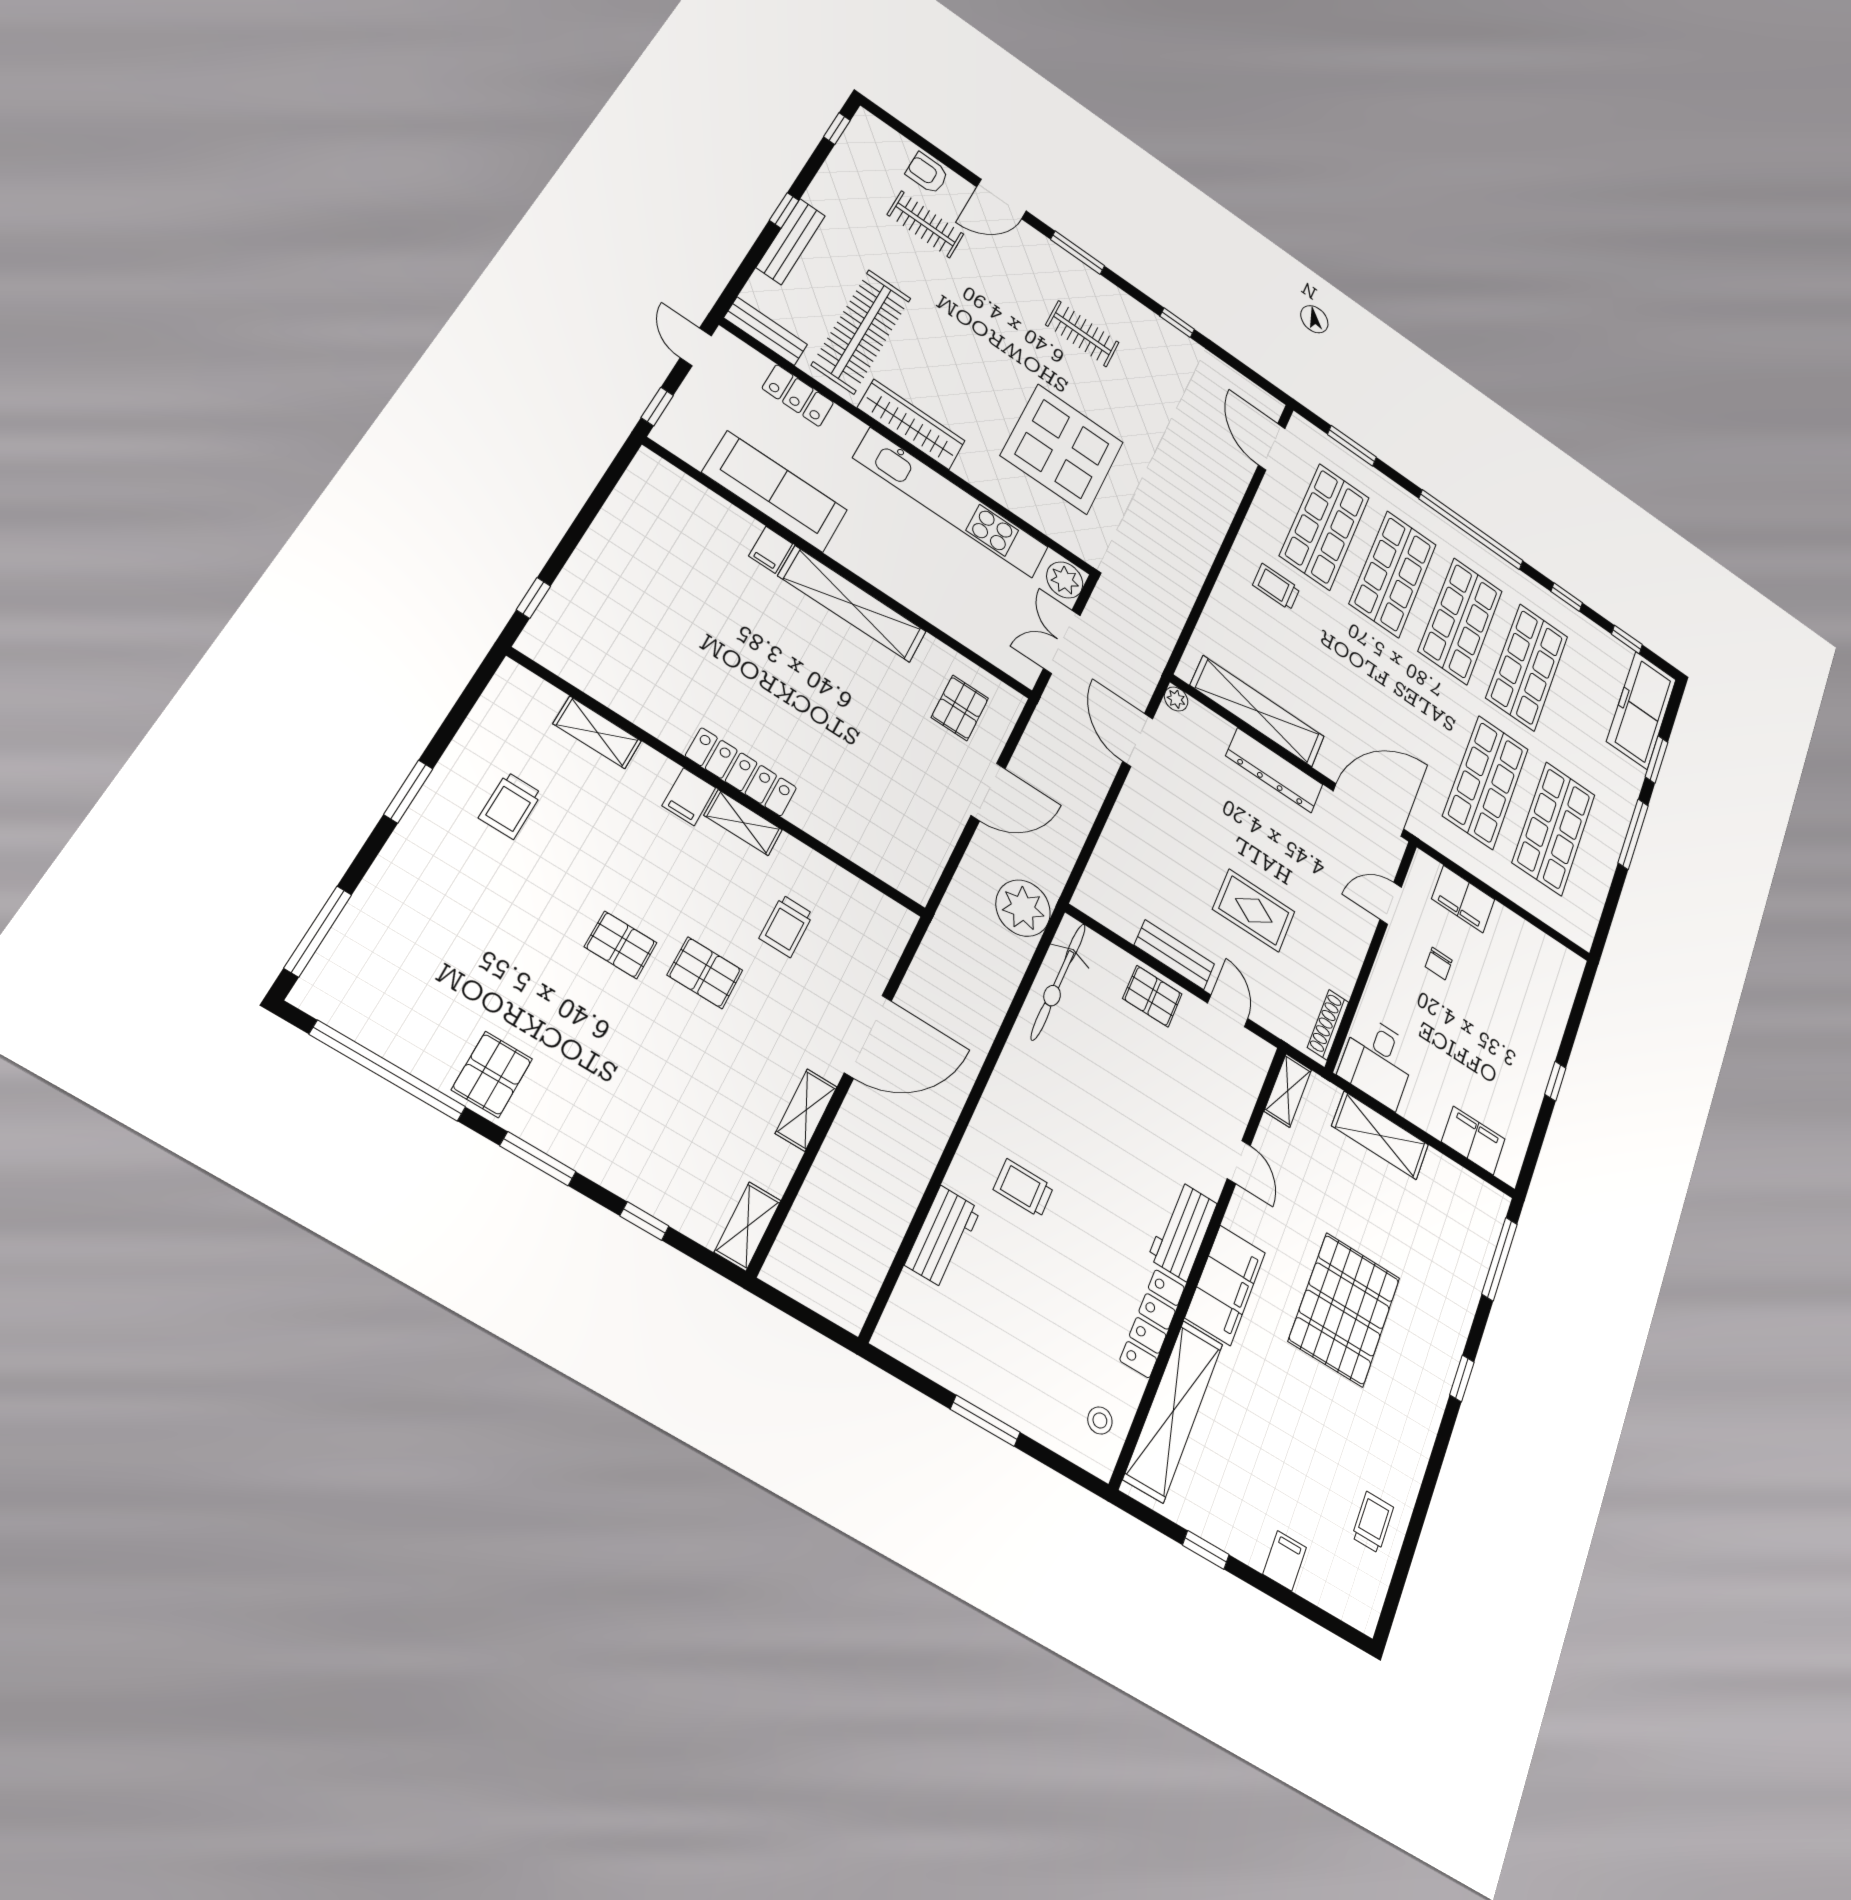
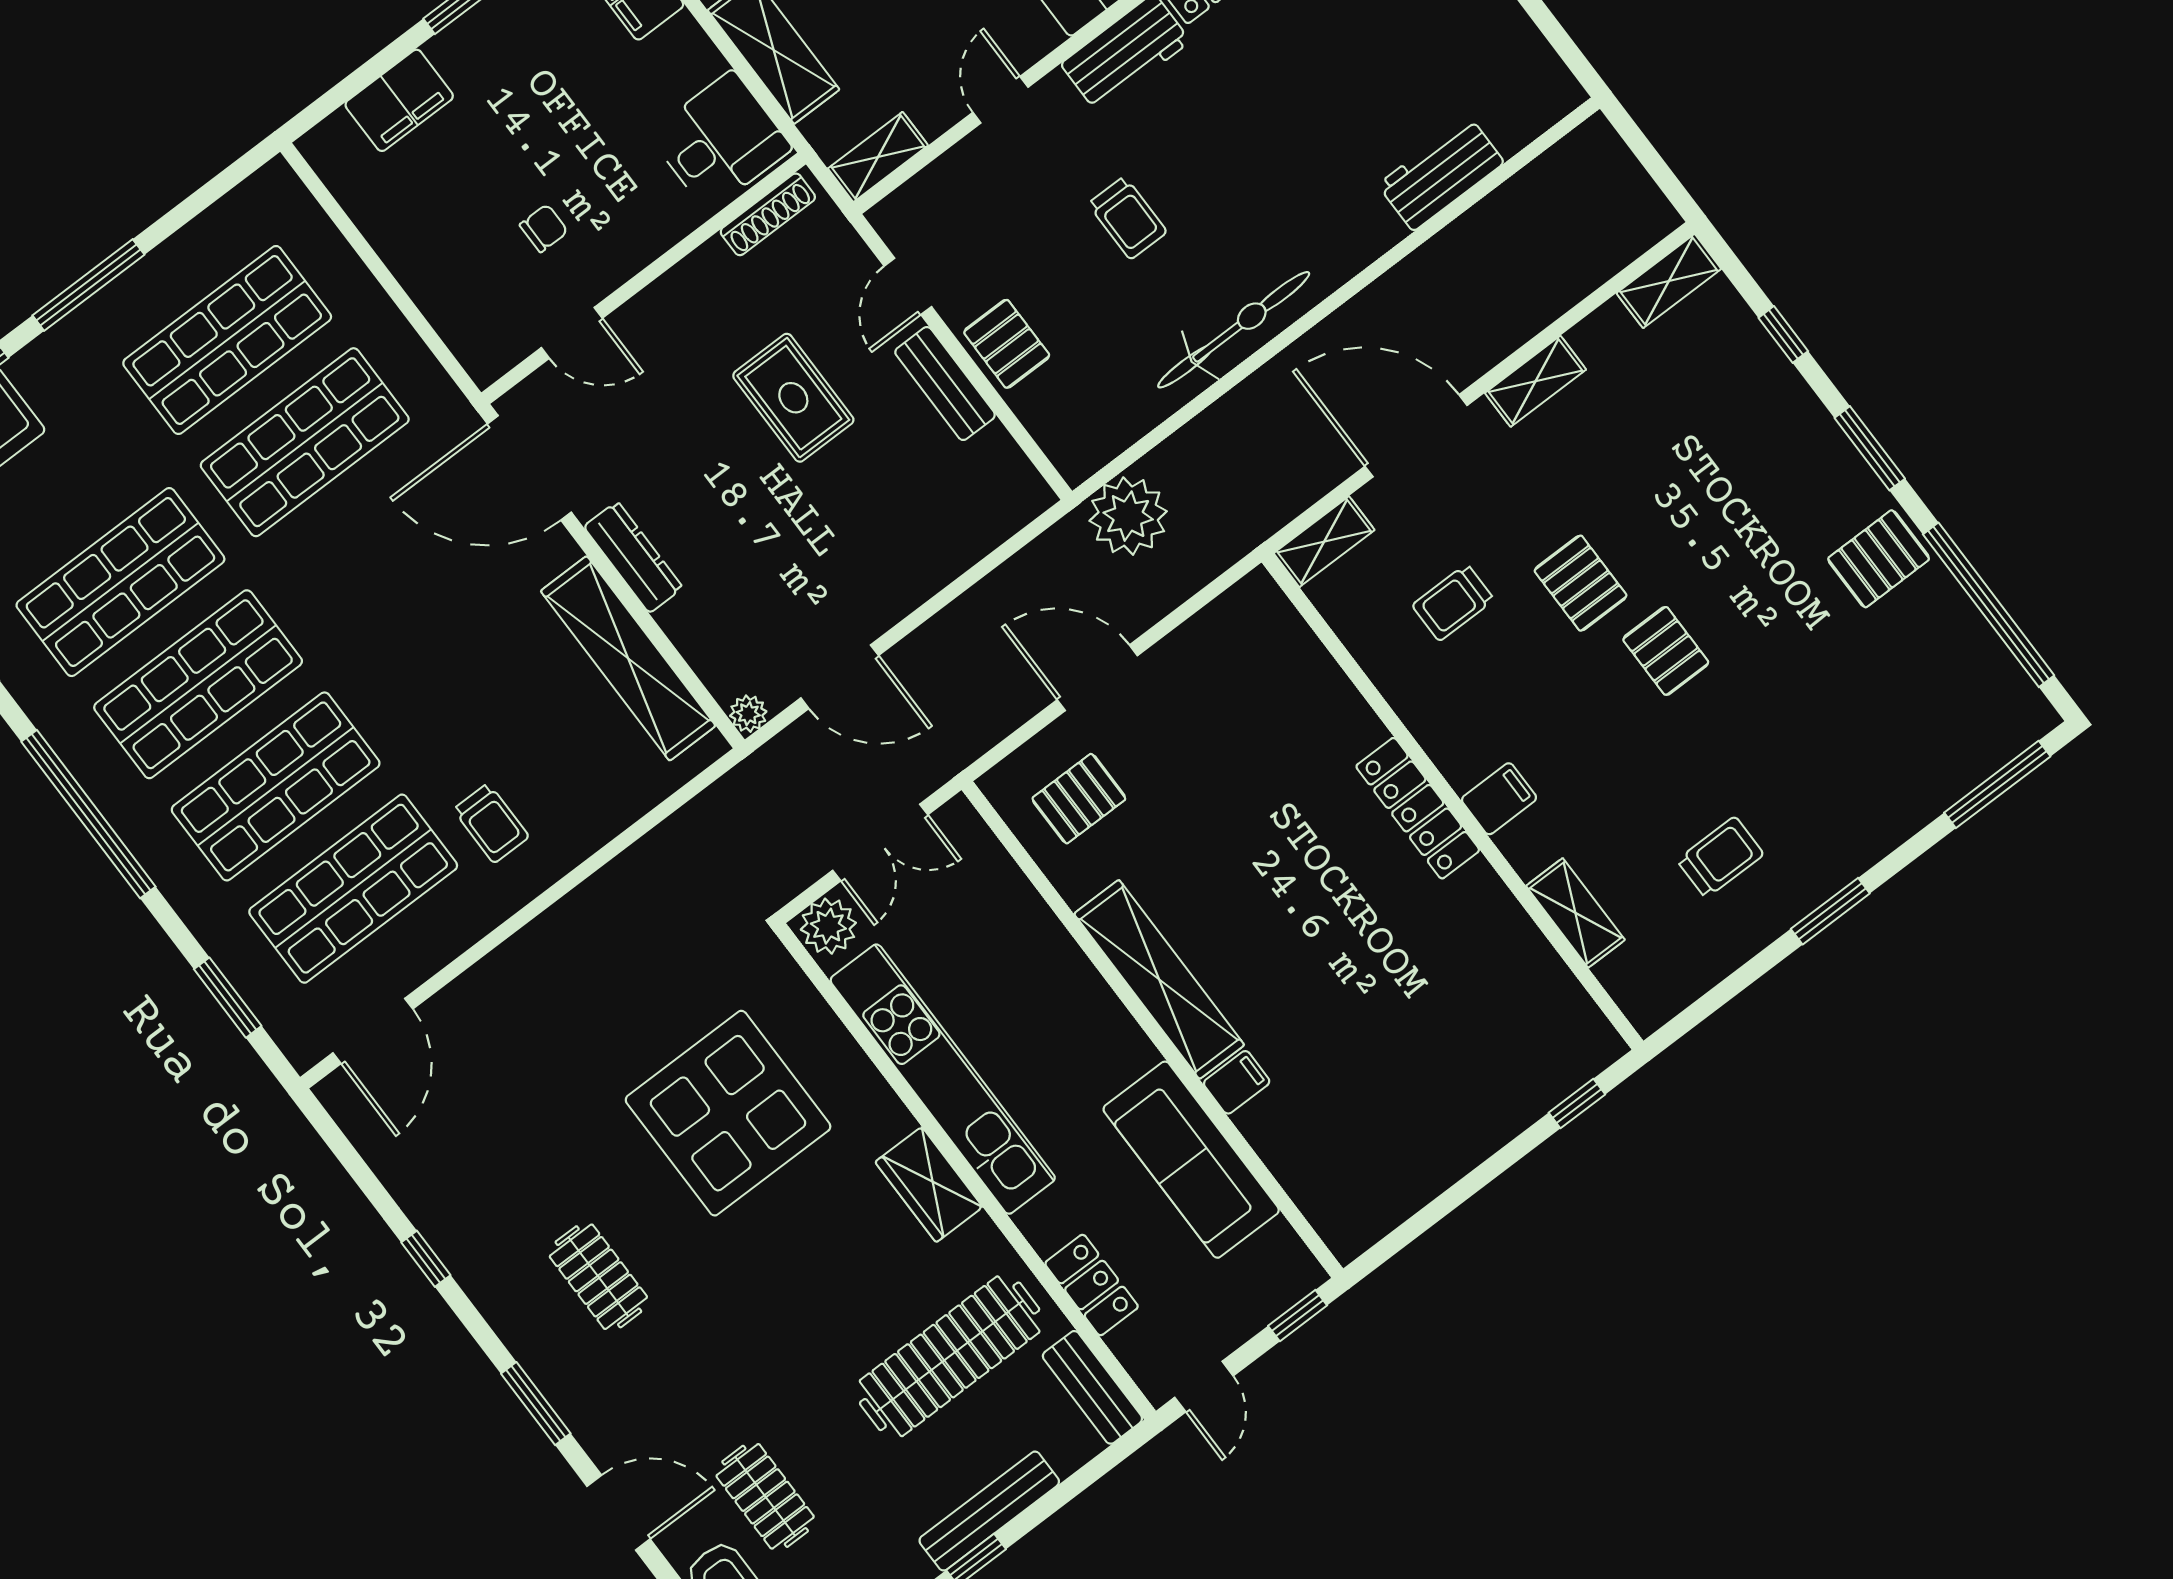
wardrobe: (911, 424) -> (929, 1185), width x0.67
door: (1138, 740) -> (840, 677), hinge flipped
dresser: (1274, 770) -> (633, 557), width x0.73, depth x0.80
shelving: (743, 823) -> (1324, 542), moved, turned 90
filing cabinet: (1463, 899) -> (399, 100), moved, turned 90
trolley: (786, 926) -> (1453, 603), turned 180
bicycle: (1058, 982) -> (1234, 330), moved
trolley: (1024, 1188) -> (1128, 218), moved

